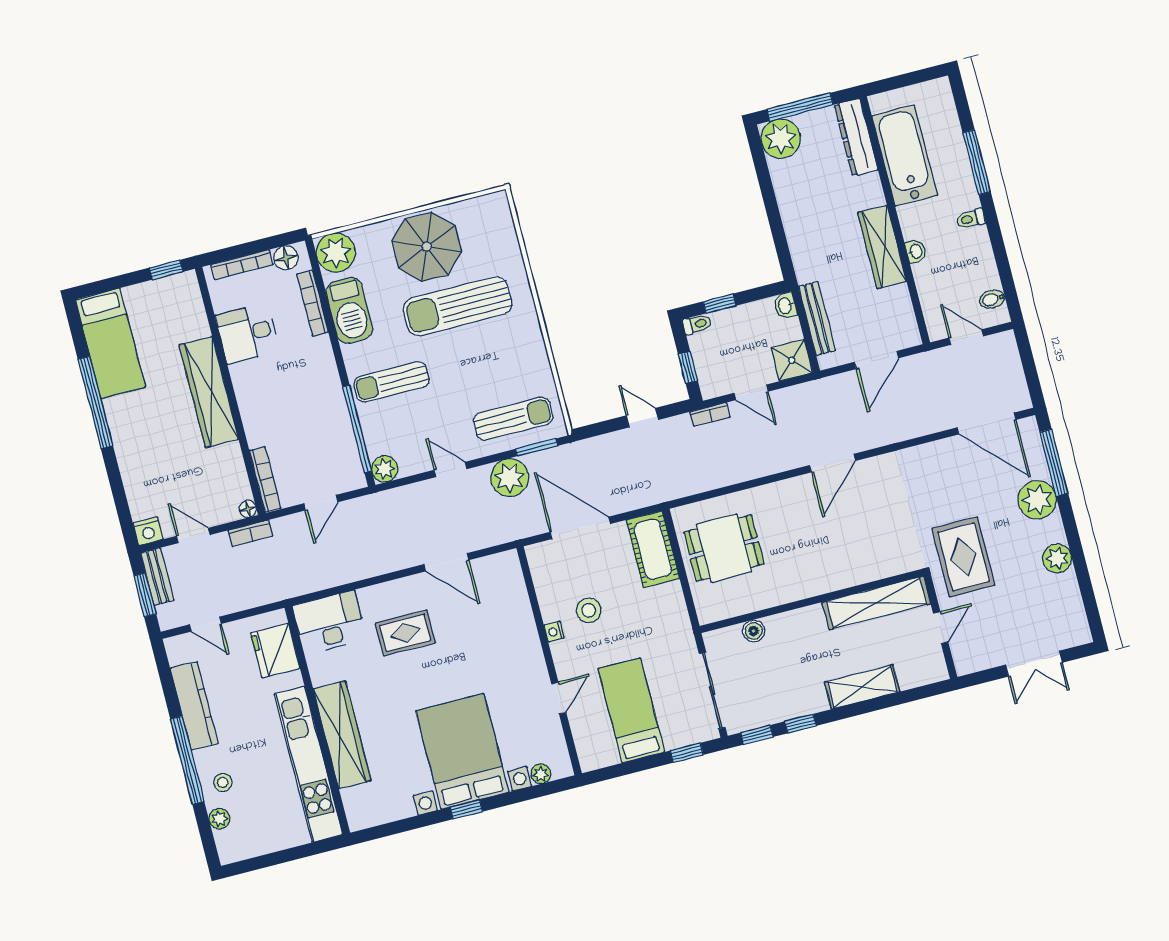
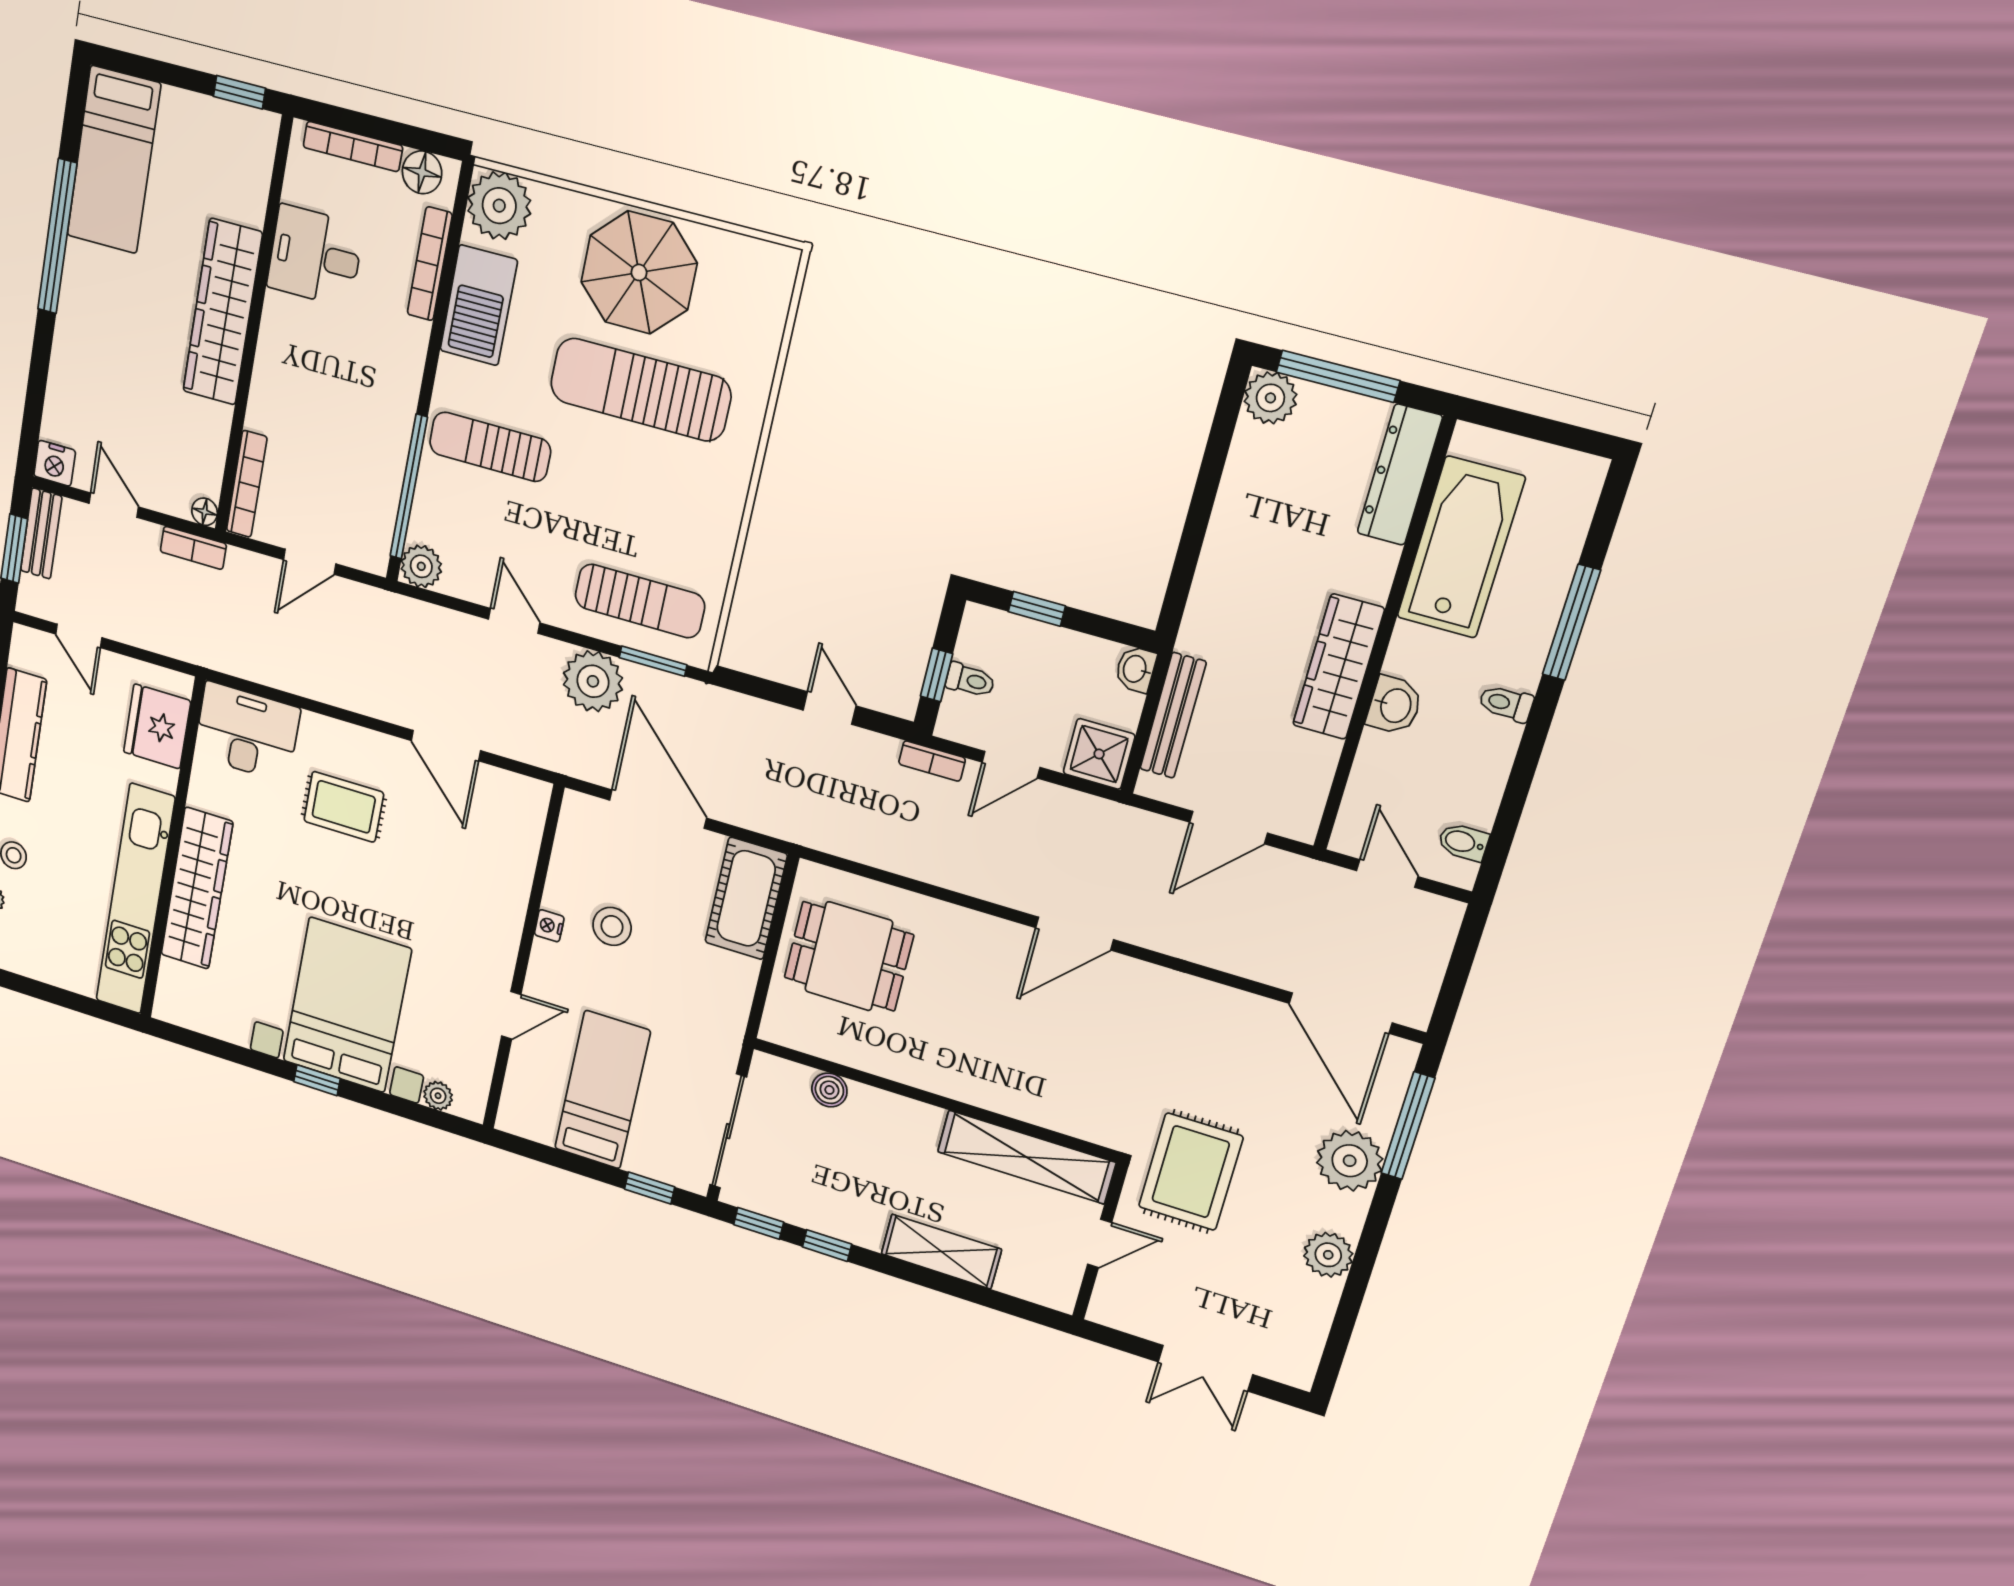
plant: (781, 139) -> (1270, 398), width x0.73, depth x0.73
washbasin: (916, 251) -> (1394, 705), width x1.38, depth x1.45
toilet: (697, 324) -> (970, 680), moved
door: (751, 392) -> (1011, 765), hinge flipped

